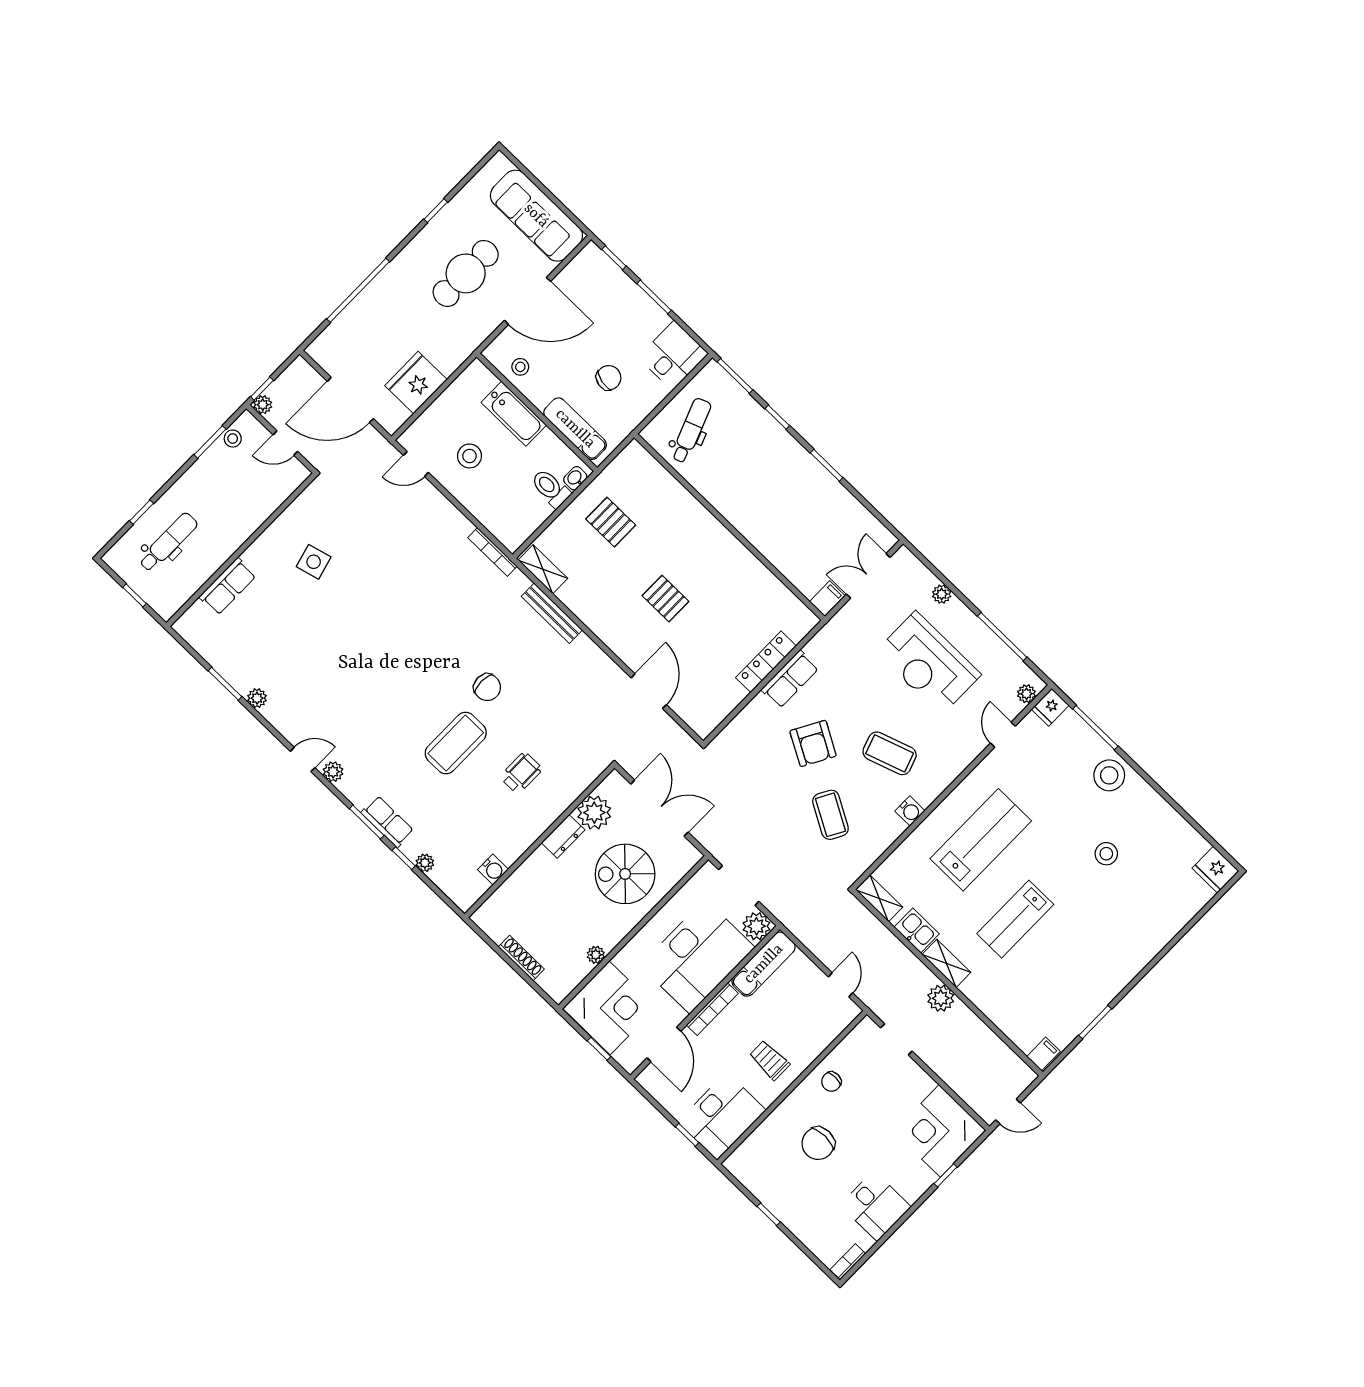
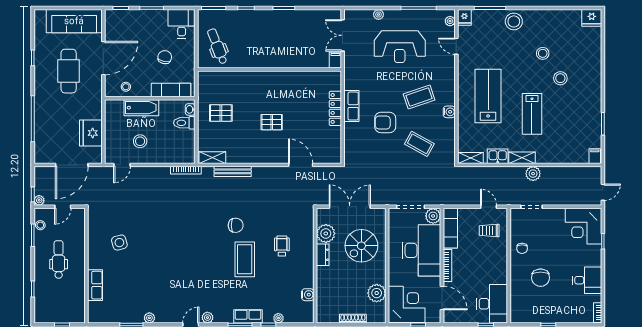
dental chair: (168, 542) -> (59, 259), moved
armchair: (813, 743) -> (385, 122), turned 151
stool: (1098, 909) -> (560, 78), added
plant: (596, 955) -> (377, 293), width x1.87, depth x1.87
trolley: (770, 1060) -> (489, 231), moved

